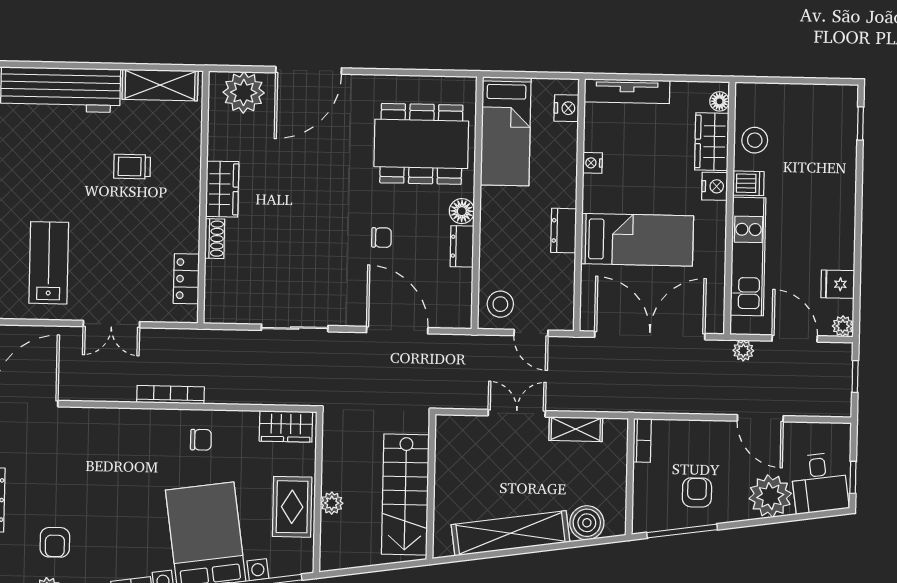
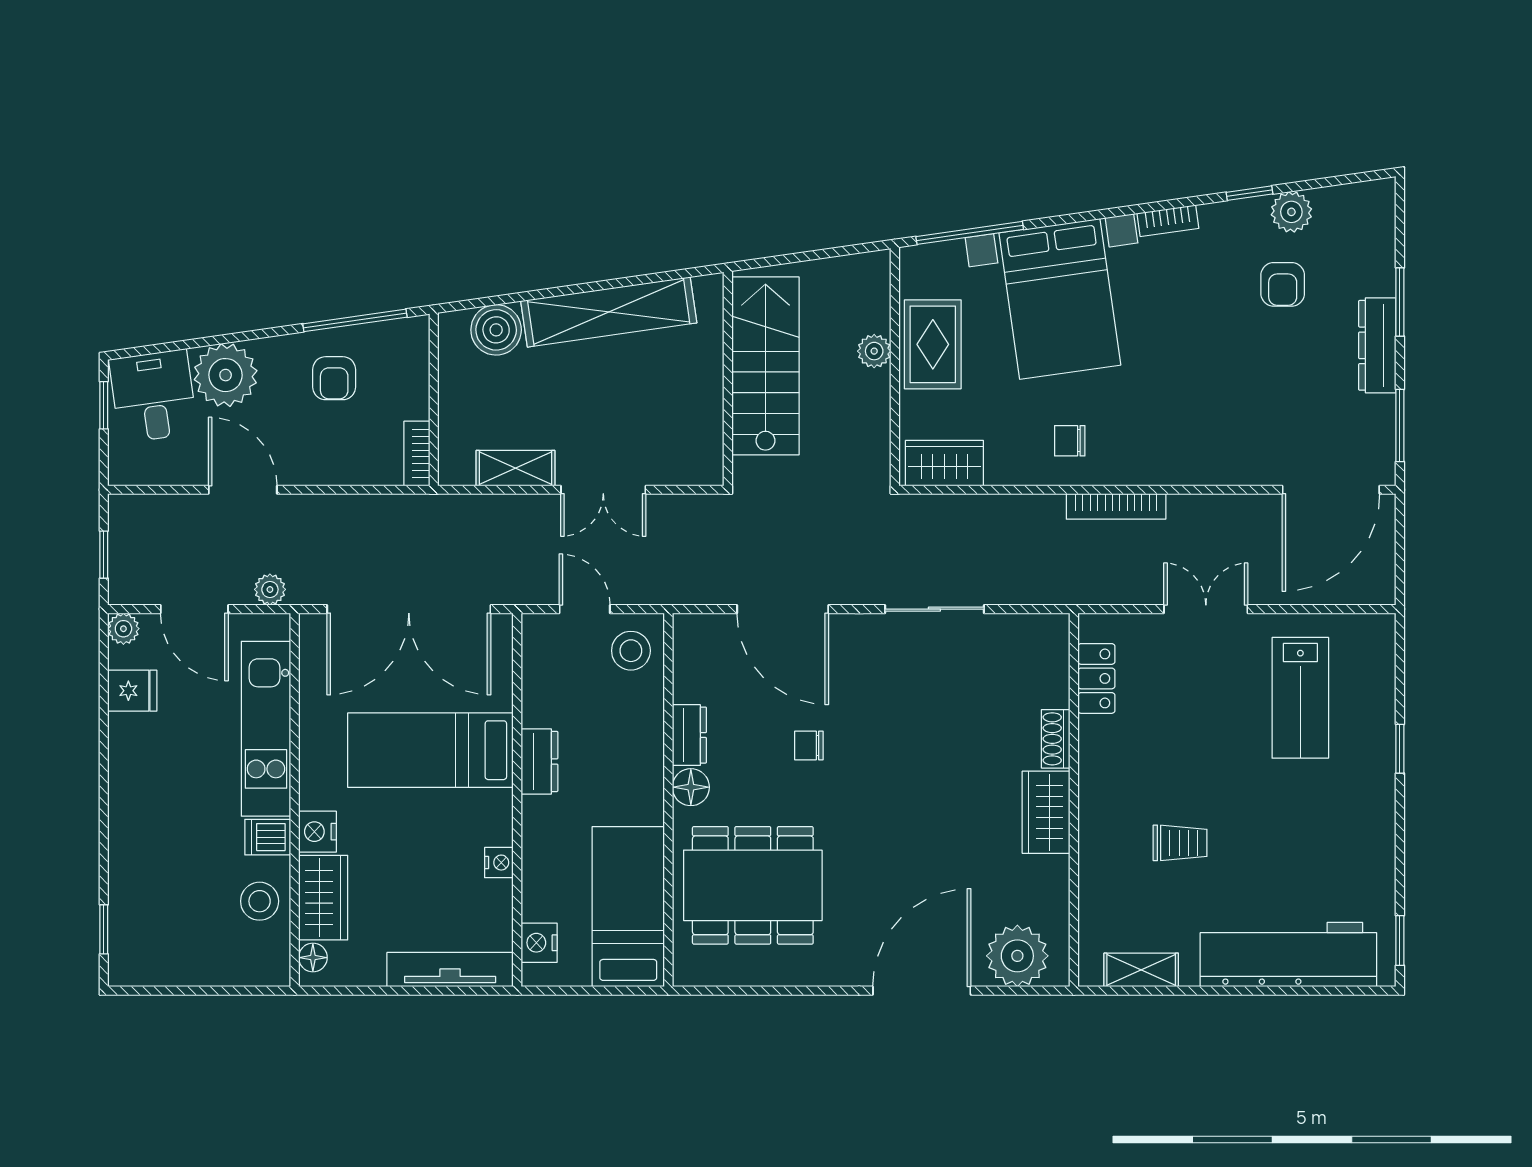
shelving: (160, 85) -> (1141, 970), width x0.67, depth x0.75
armchair: (55, 542) -> (1283, 284), turned 180

